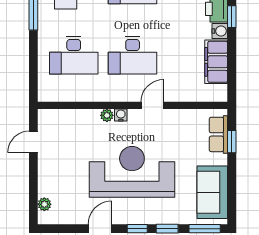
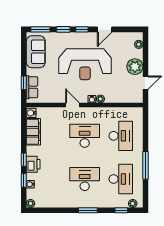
water cooler: (220, 31) -> (31, 113), moved
desk: (74, 55) -> (121, 136), turned 90
door: (152, 105) -> (73, 105), swing flipped
plant: (51, 168) -> (135, 67), added

